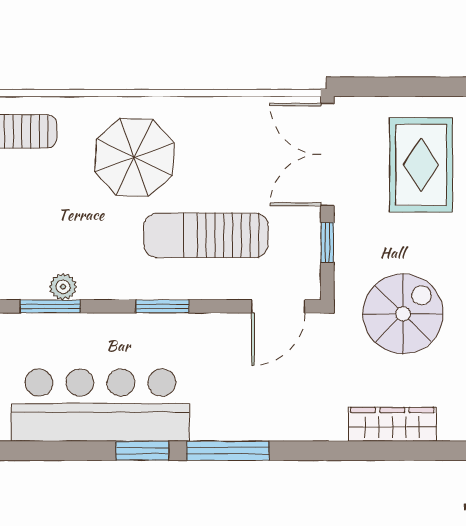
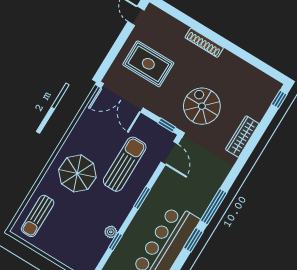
sun lounger: (206, 235) -> (125, 164), turned 180
window: (327, 242) -> (167, 125), moved
window: (50, 306) -> (115, 242), width x0.67

